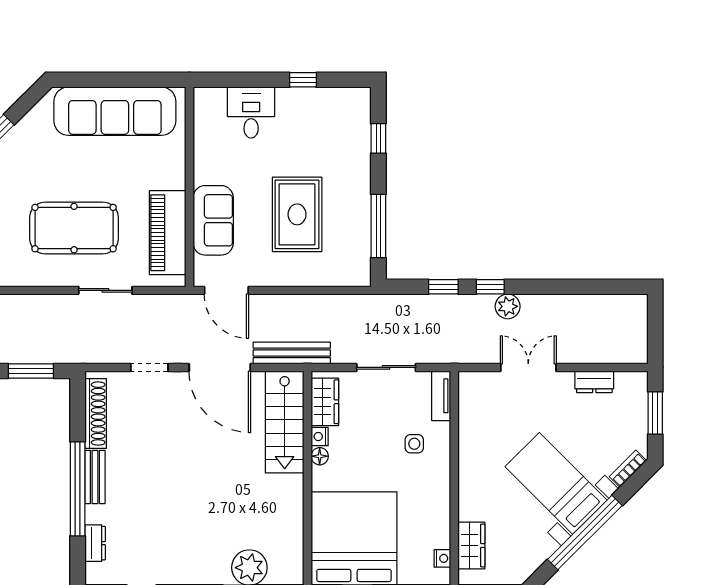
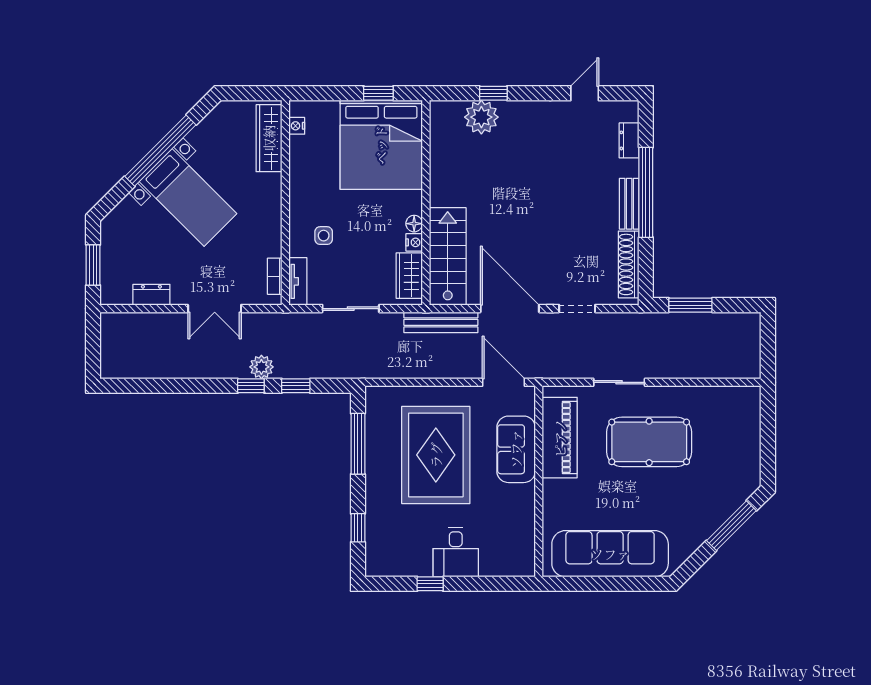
desk: (251, 113) -> (456, 552), moved
rug: (297, 214) -> (436, 455), width x1.37, depth x1.44
plant: (508, 306) -> (261, 367), moved
bookcase: (628, 469) -> (275, 276), moved, turned 135
wardrobe: (471, 545) -> (269, 138), width x1.50

